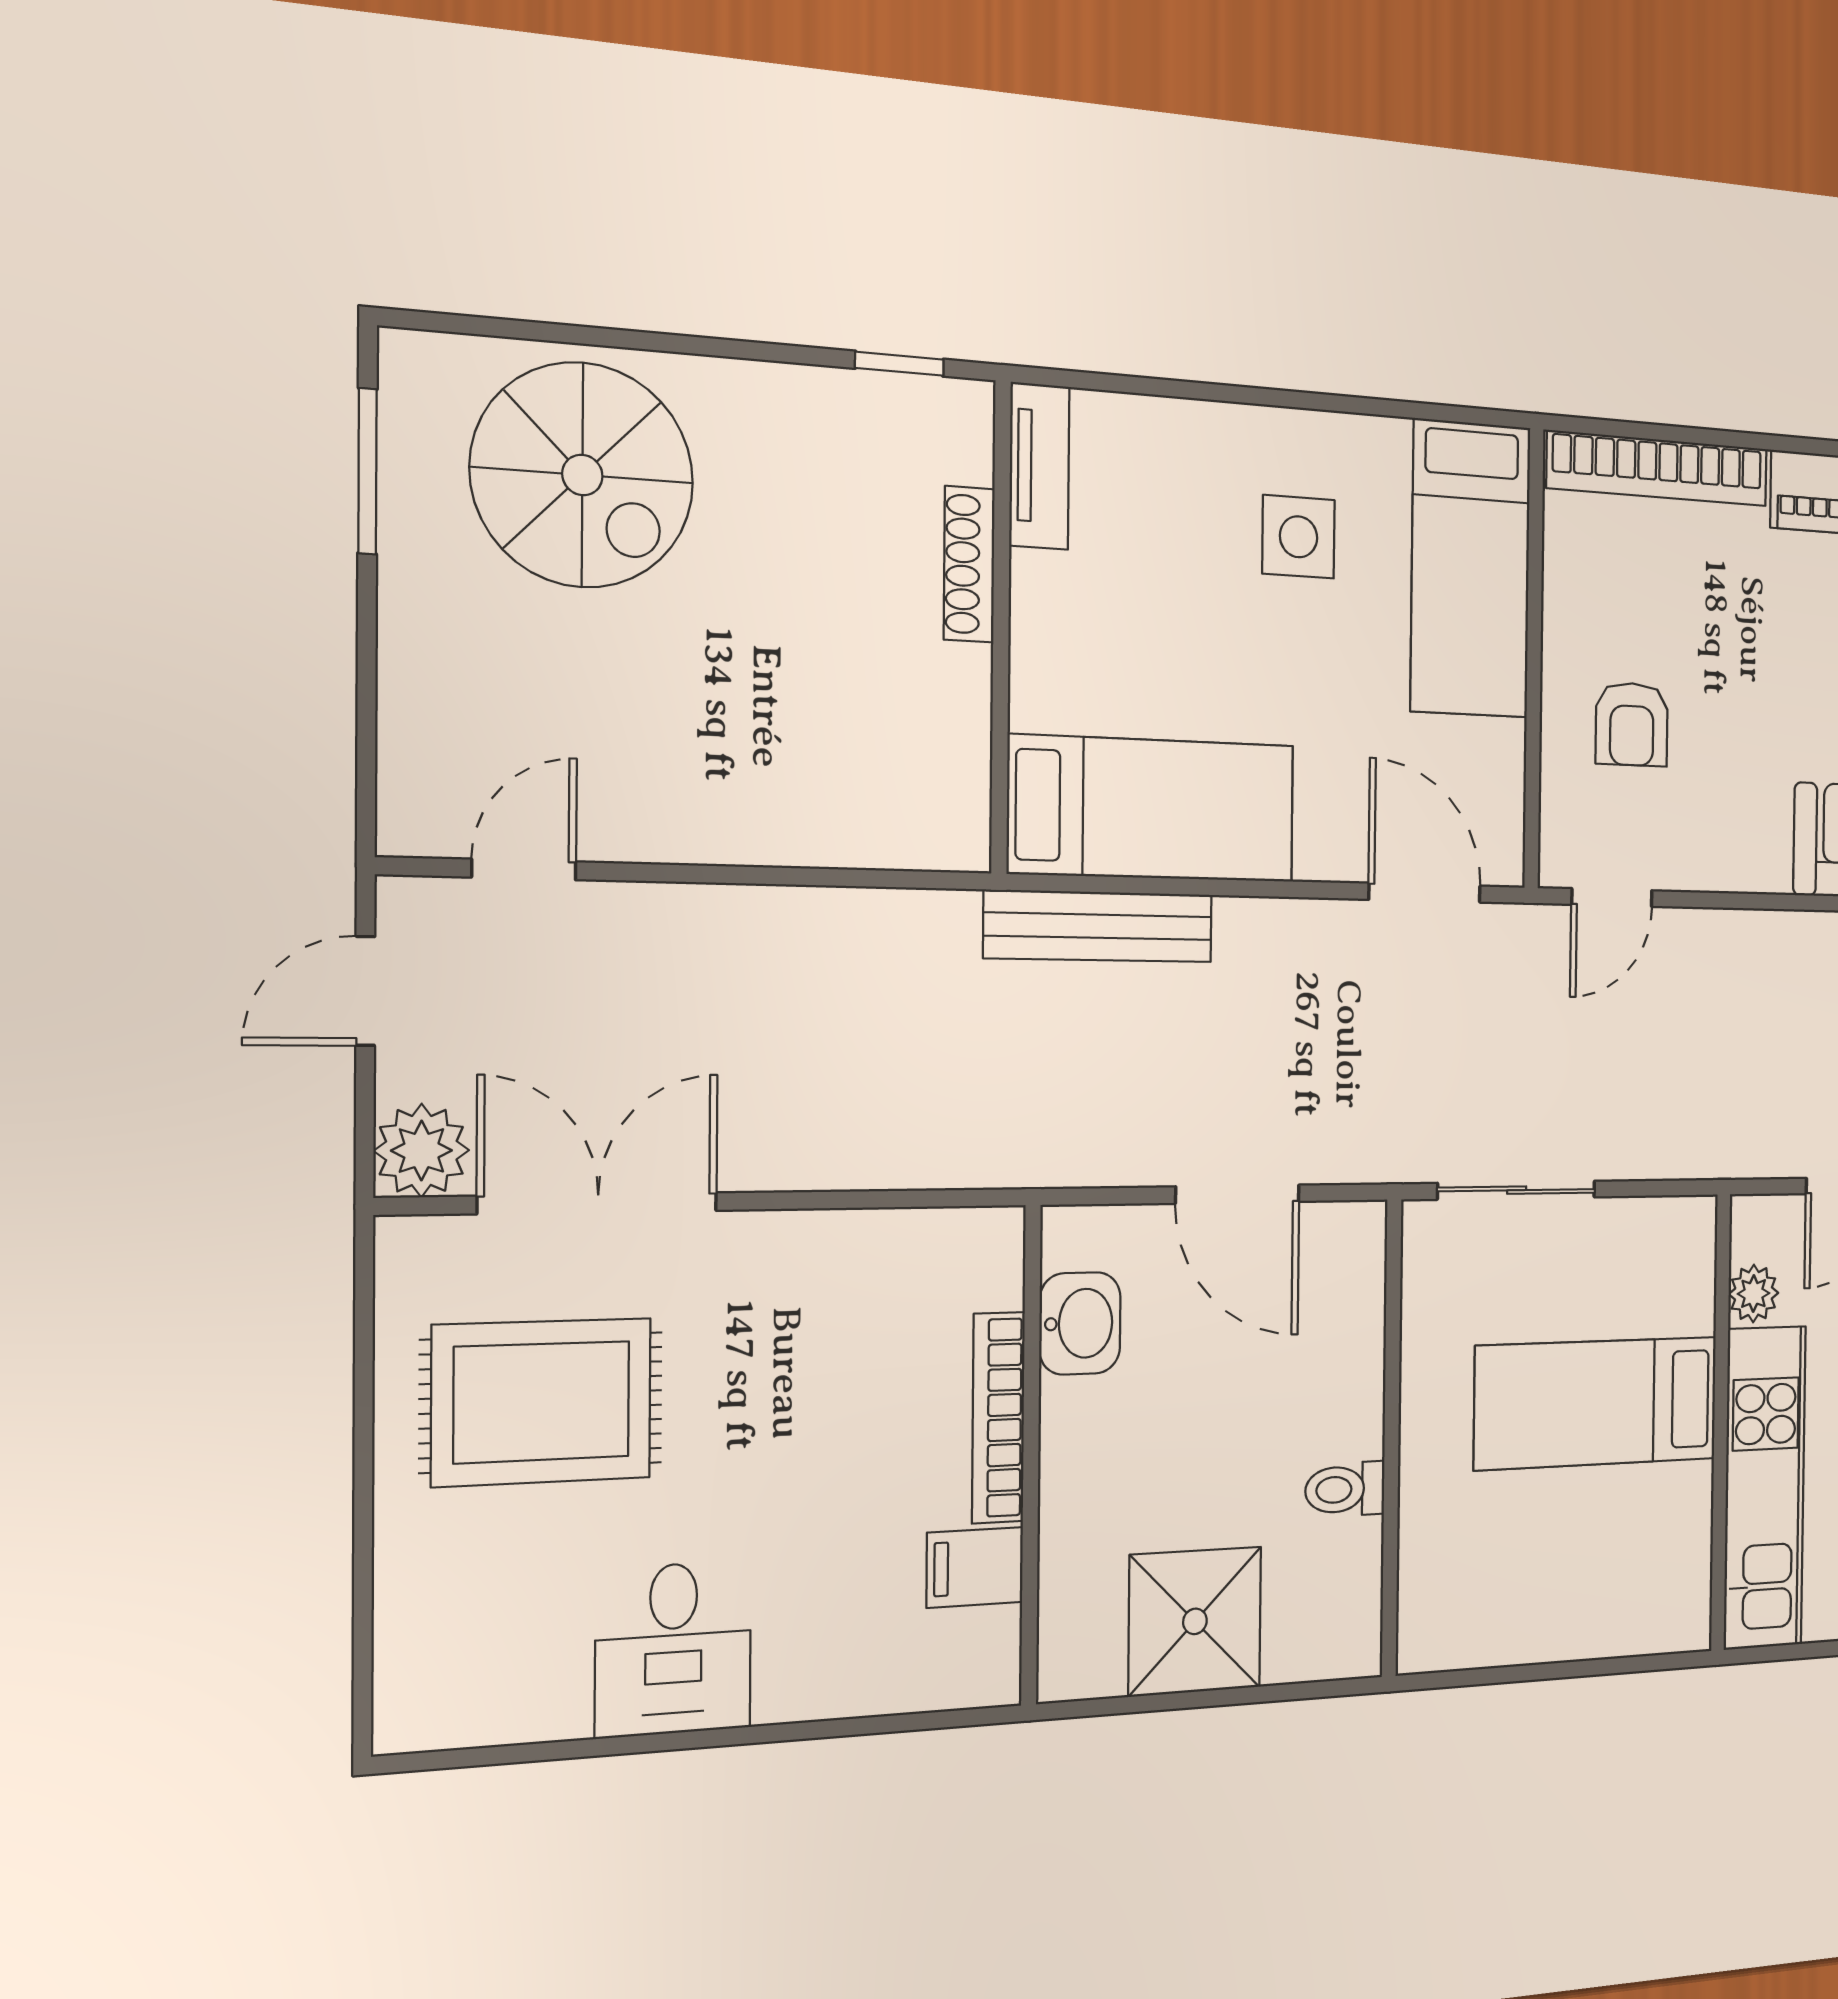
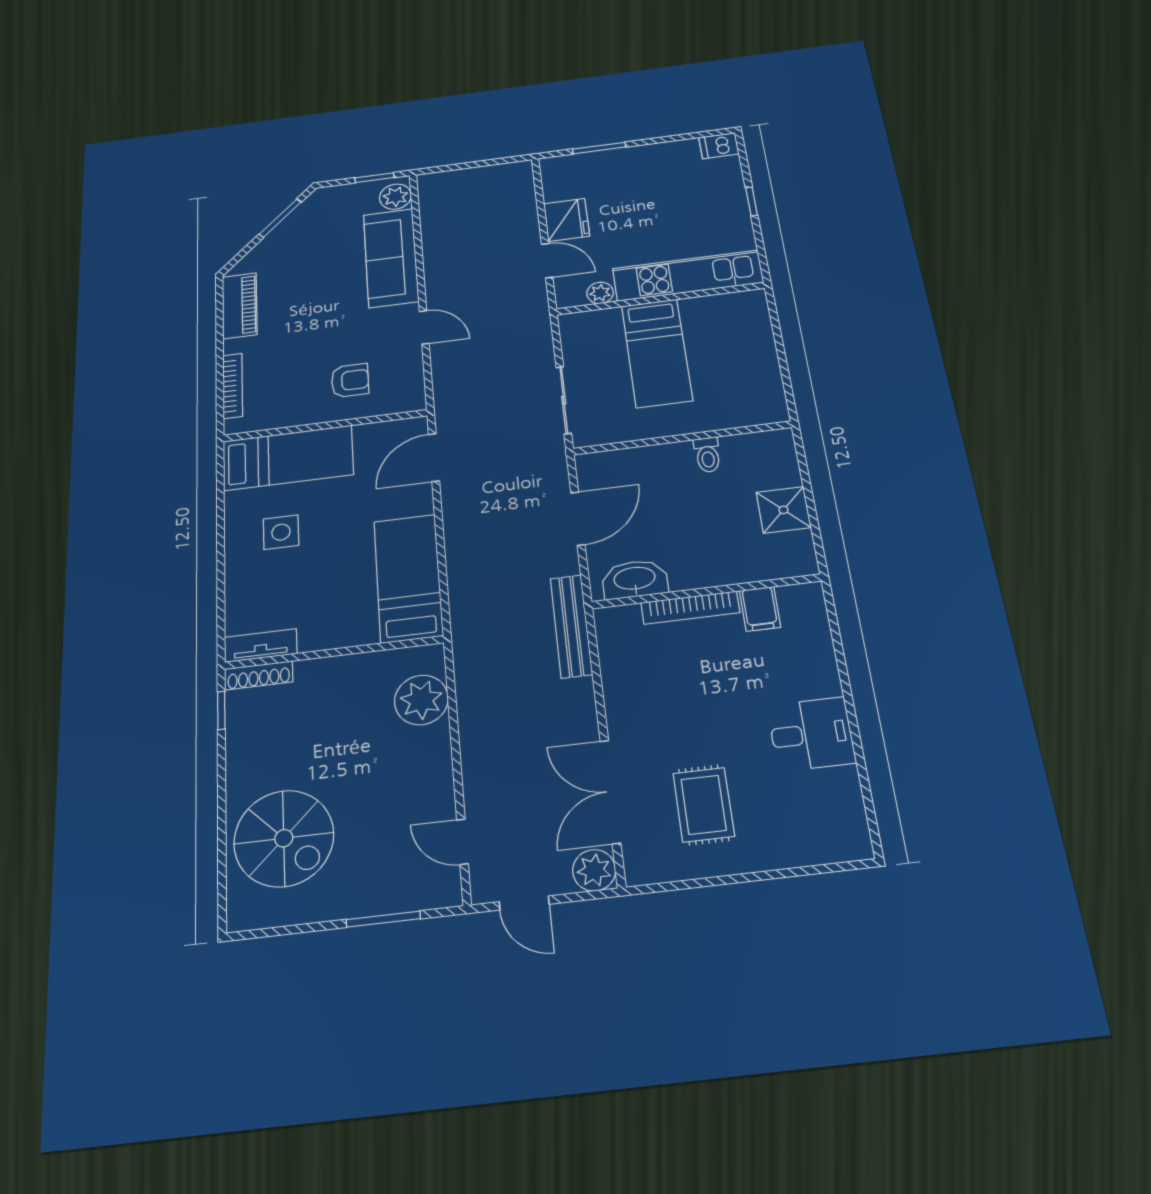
bookcase: (1658, 468) -> (233, 386), width x0.68, depth x0.76
window: (367, 471) -> (383, 919), moved
spiral stairs: (582, 475) -> (284, 838), turned 90
shoe rack: (969, 564) -> (259, 675), moved
plant: (864, 811) -> (421, 700), added
door: (1612, 897) -> (424, 327), moved
bench: (1099, 926) -> (571, 626), moved
washbasin: (1080, 1323) -> (635, 579), width x1.38
rug: (542, 1402) -> (704, 805), width x0.73, depth x0.70
shower: (1195, 1621) -> (783, 510), width x0.73, depth x0.73

